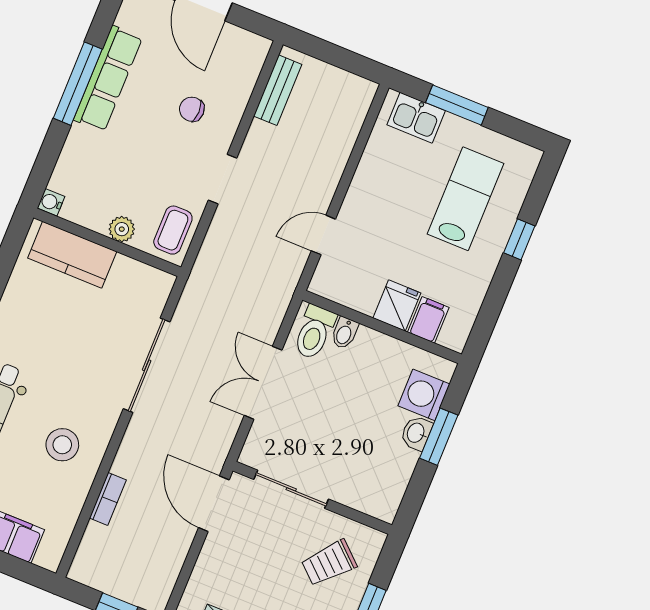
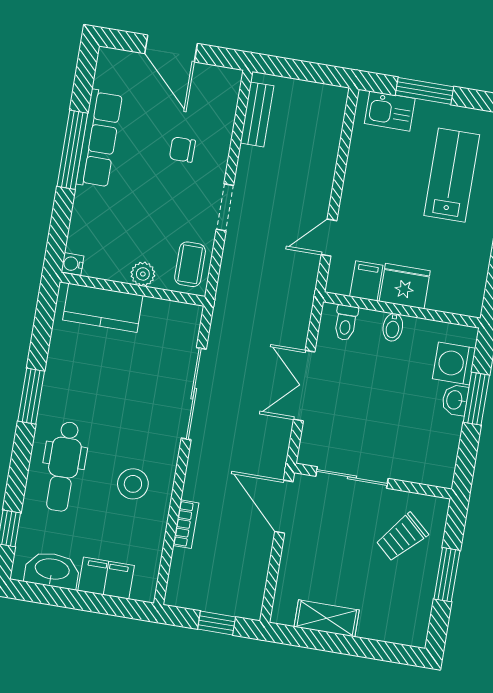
fridge: (397, 306) -> (405, 286), width x1.38
filing cabinet: (428, 320) -> (366, 281), moved
toilet: (314, 332) -> (346, 323), width x0.73, depth x0.72
bidet: (345, 333) -> (393, 327), moved

